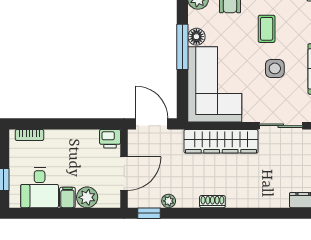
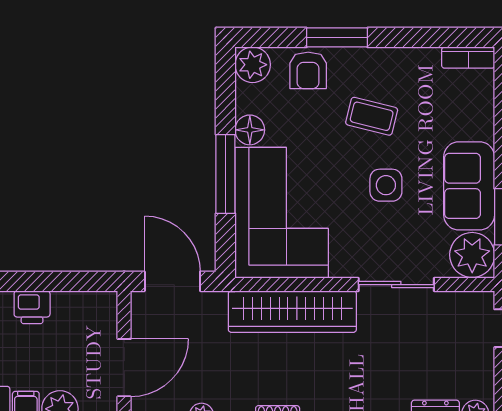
coffee table: (267, 29) -> (372, 116), turned -76
window: (182, 47) -> (225, 174), moved
printer: (110, 139) -> (32, 307), moved

